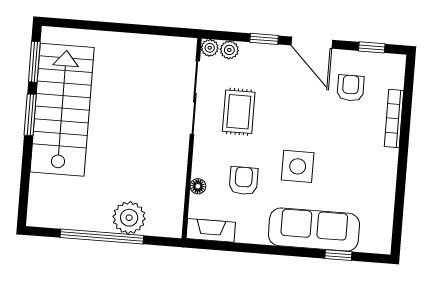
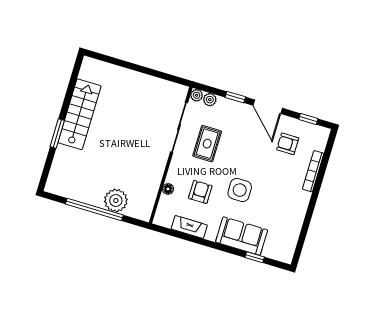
window: (34, 62) -> (74, 79), removed
armchair: (351, 88) -> (288, 144), turned -90
stairs: (62, 110) -> (79, 114), width x0.73, depth x0.66
window: (30, 115) -> (57, 134), moved
fireplace: (211, 230) -> (189, 227), moved
sofa: (314, 230) -> (242, 236), width x0.73

